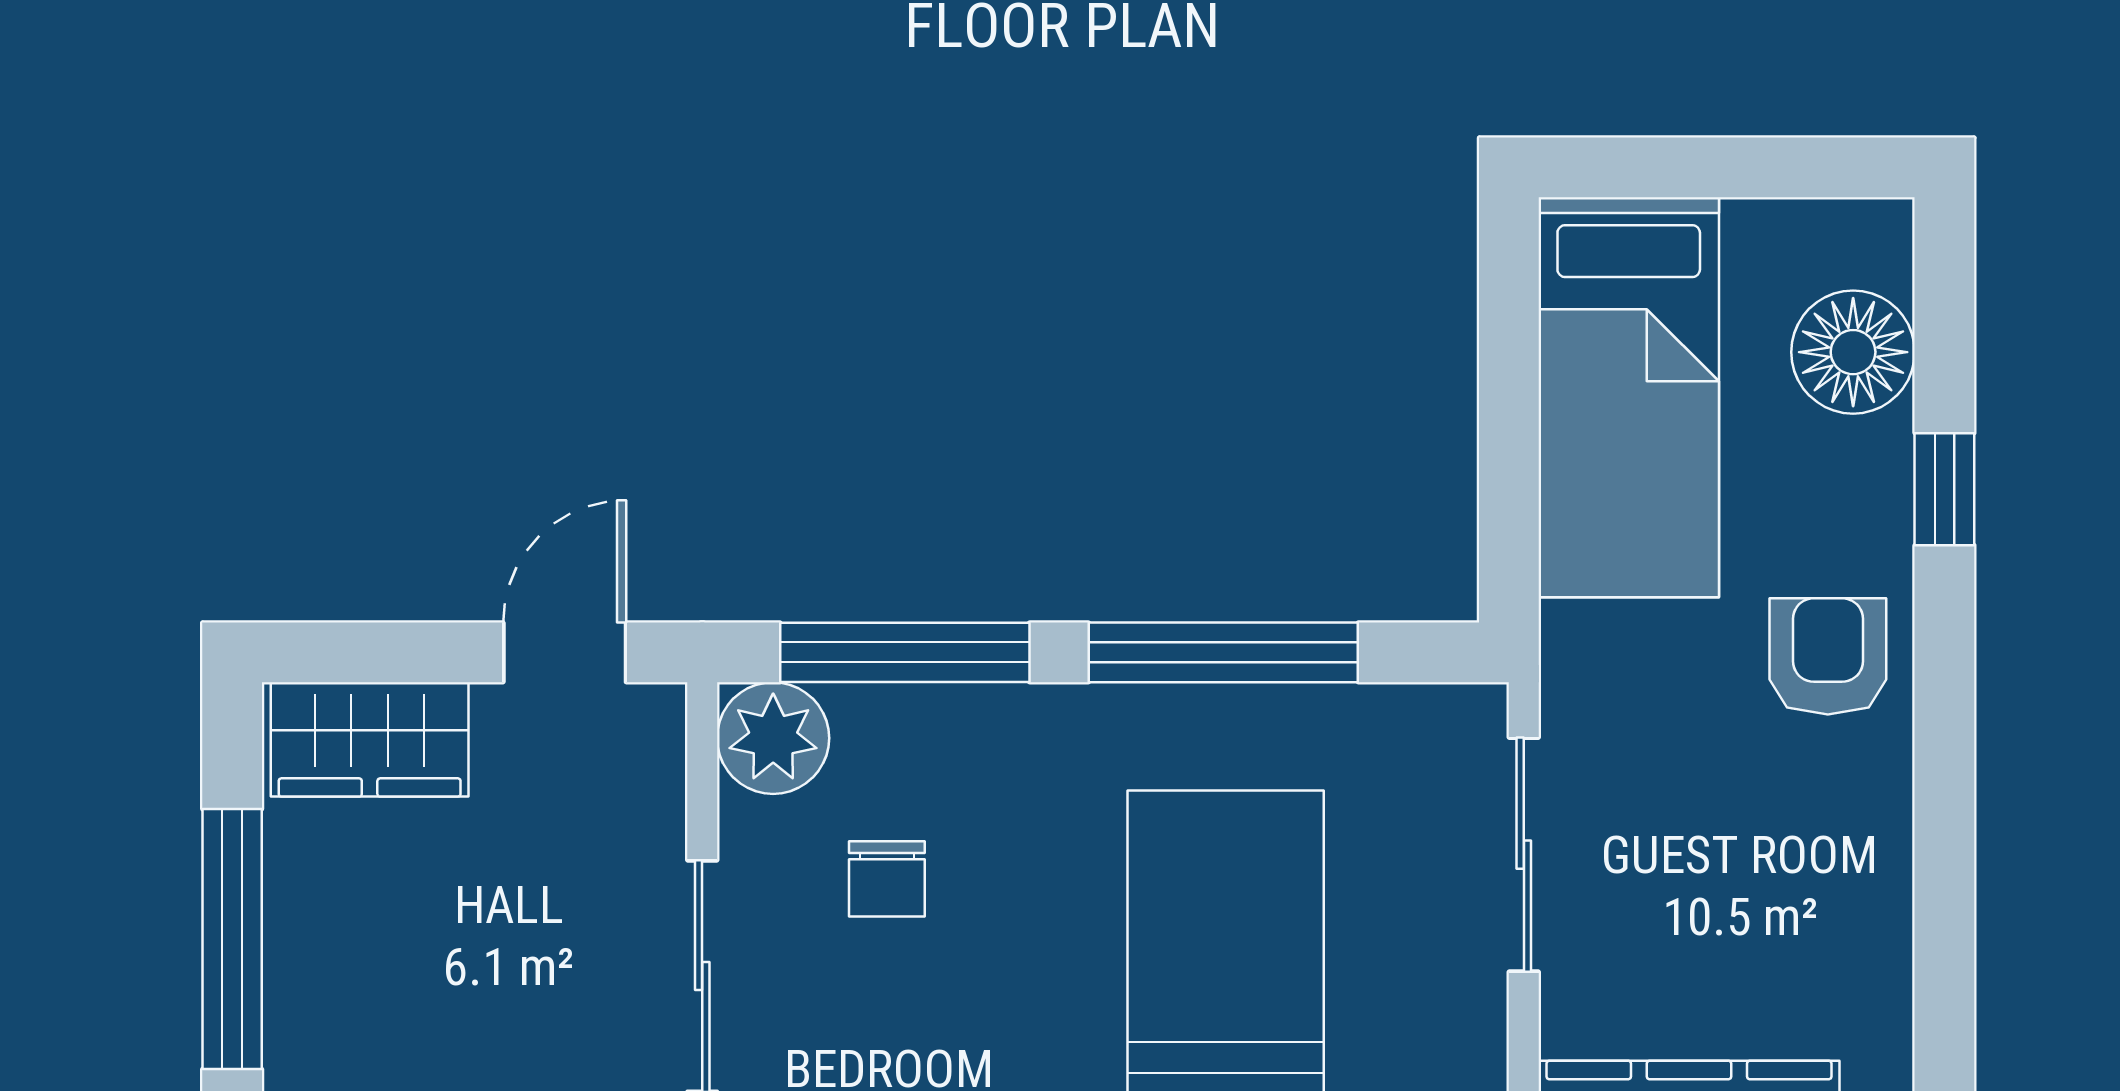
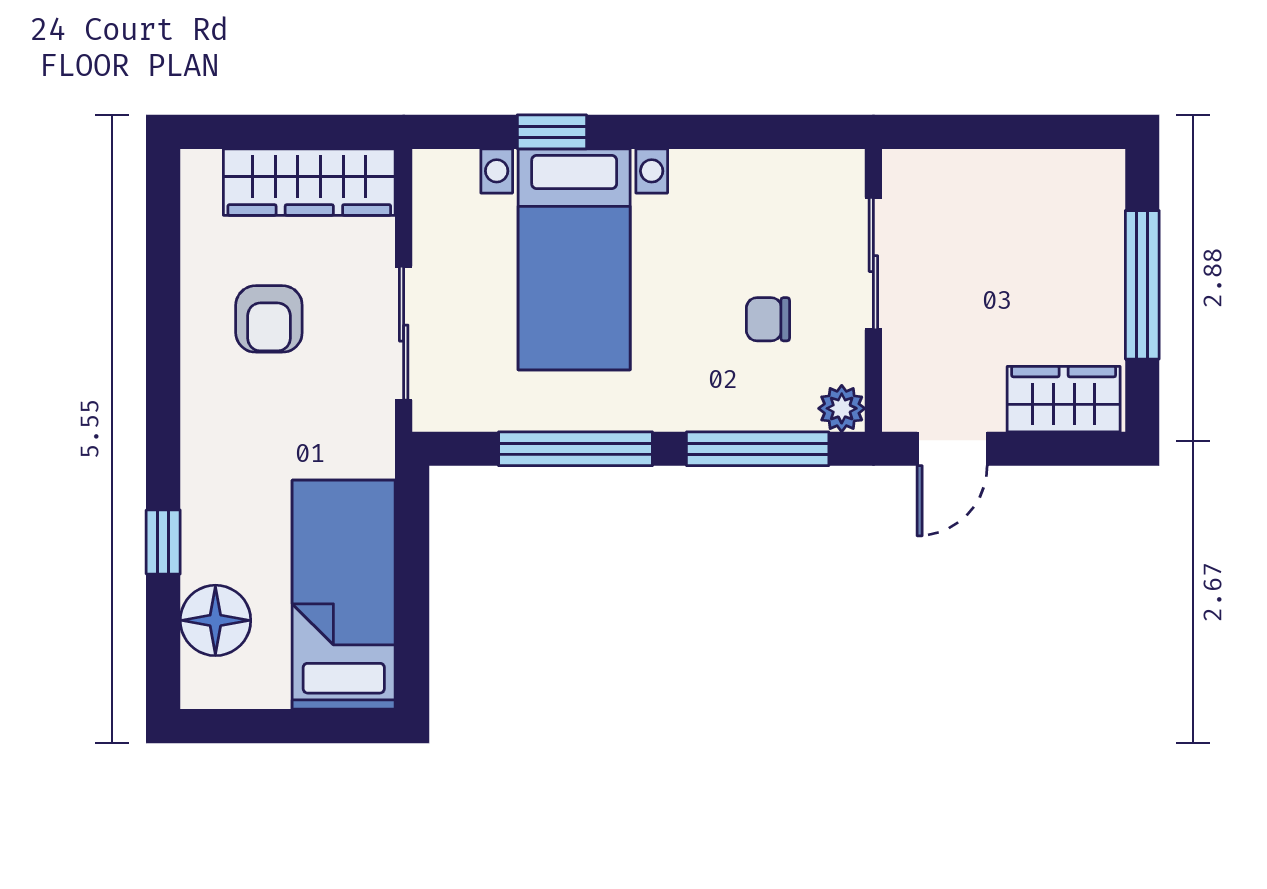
armchair: (1828, 656) -> (269, 319), moved
plant: (773, 738) -> (842, 408), width x0.73, depth x0.73
chair: (887, 879) -> (768, 319), turned -90

